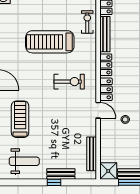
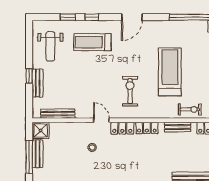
bench: (105, 34) -> (178, 127), width x0.73
exercise bike: (69, 82) -> (130, 91), turned 180
door: (98, 110) -> (101, 120), swing flipped
treadmill: (20, 119) -> (92, 42), turned 180

